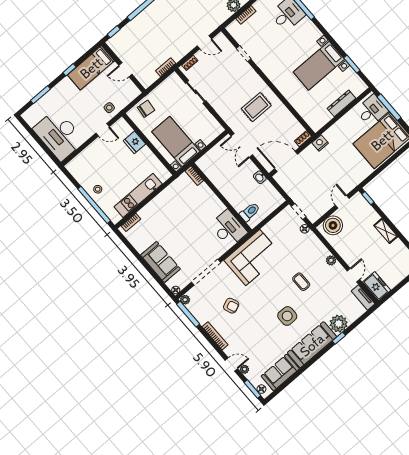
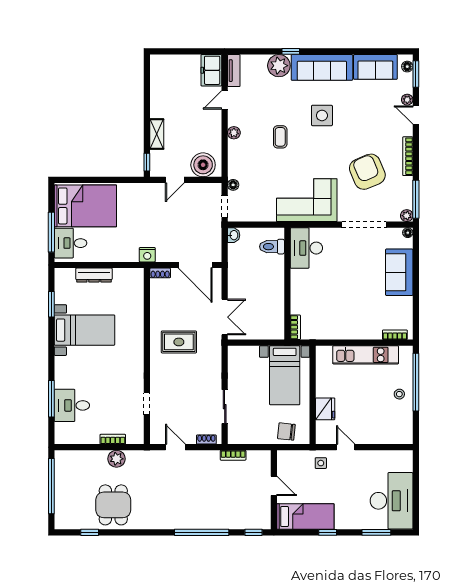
desk: (59, 135) -> (392, 501), moved
washbasin: (260, 177) -> (234, 235), moved
shelving: (386, 231) -> (157, 134), moved
armchair: (231, 306) -> (367, 172), width x1.88, depth x1.88

